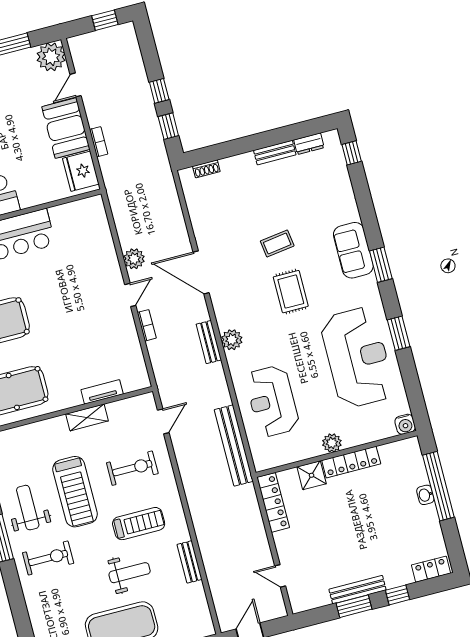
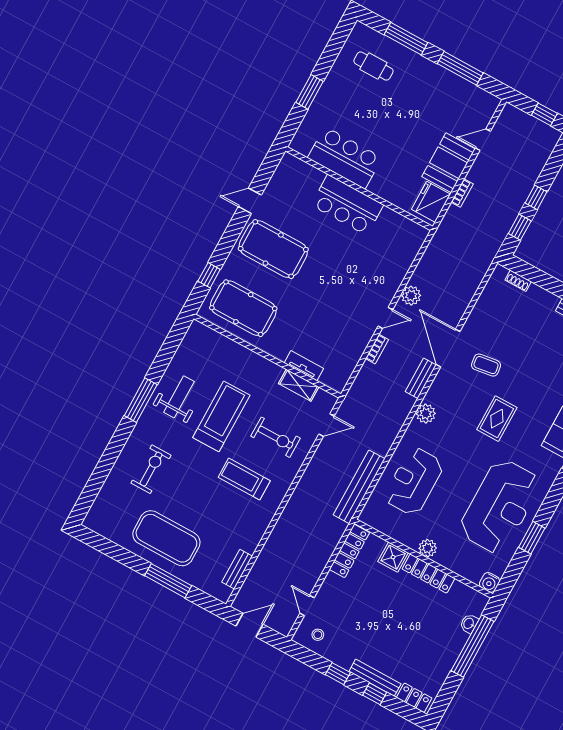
plant: (51, 57) -> (484, 105), removed
coffee table: (277, 243) -> (486, 365), moved
window: (399, 333) -> (532, 538), moved
bench: (209, 342) -> (421, 378), moved
shelving: (87, 417) -> (299, 385), moved
treadmill: (75, 492) -> (221, 416), turned 180
washbasin: (425, 495) -> (469, 623), moved
treadmill: (139, 524) -> (244, 479), turned 180
exercise bike: (48, 558) -> (151, 469), moved, turned -90
bench: (190, 562) -> (237, 569), moved
weight bench: (130, 573) -> (206, 507), removed
bench: (358, 590) -> (375, 678), moved
stool: (310, 591) -> (318, 635), added
window: (354, 606) -> (338, 674), width x0.67

